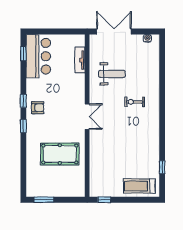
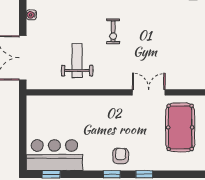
tv unit: (80, 60) -> (59, 102), removed
double door: (87, 117) -> (149, 92), moved

